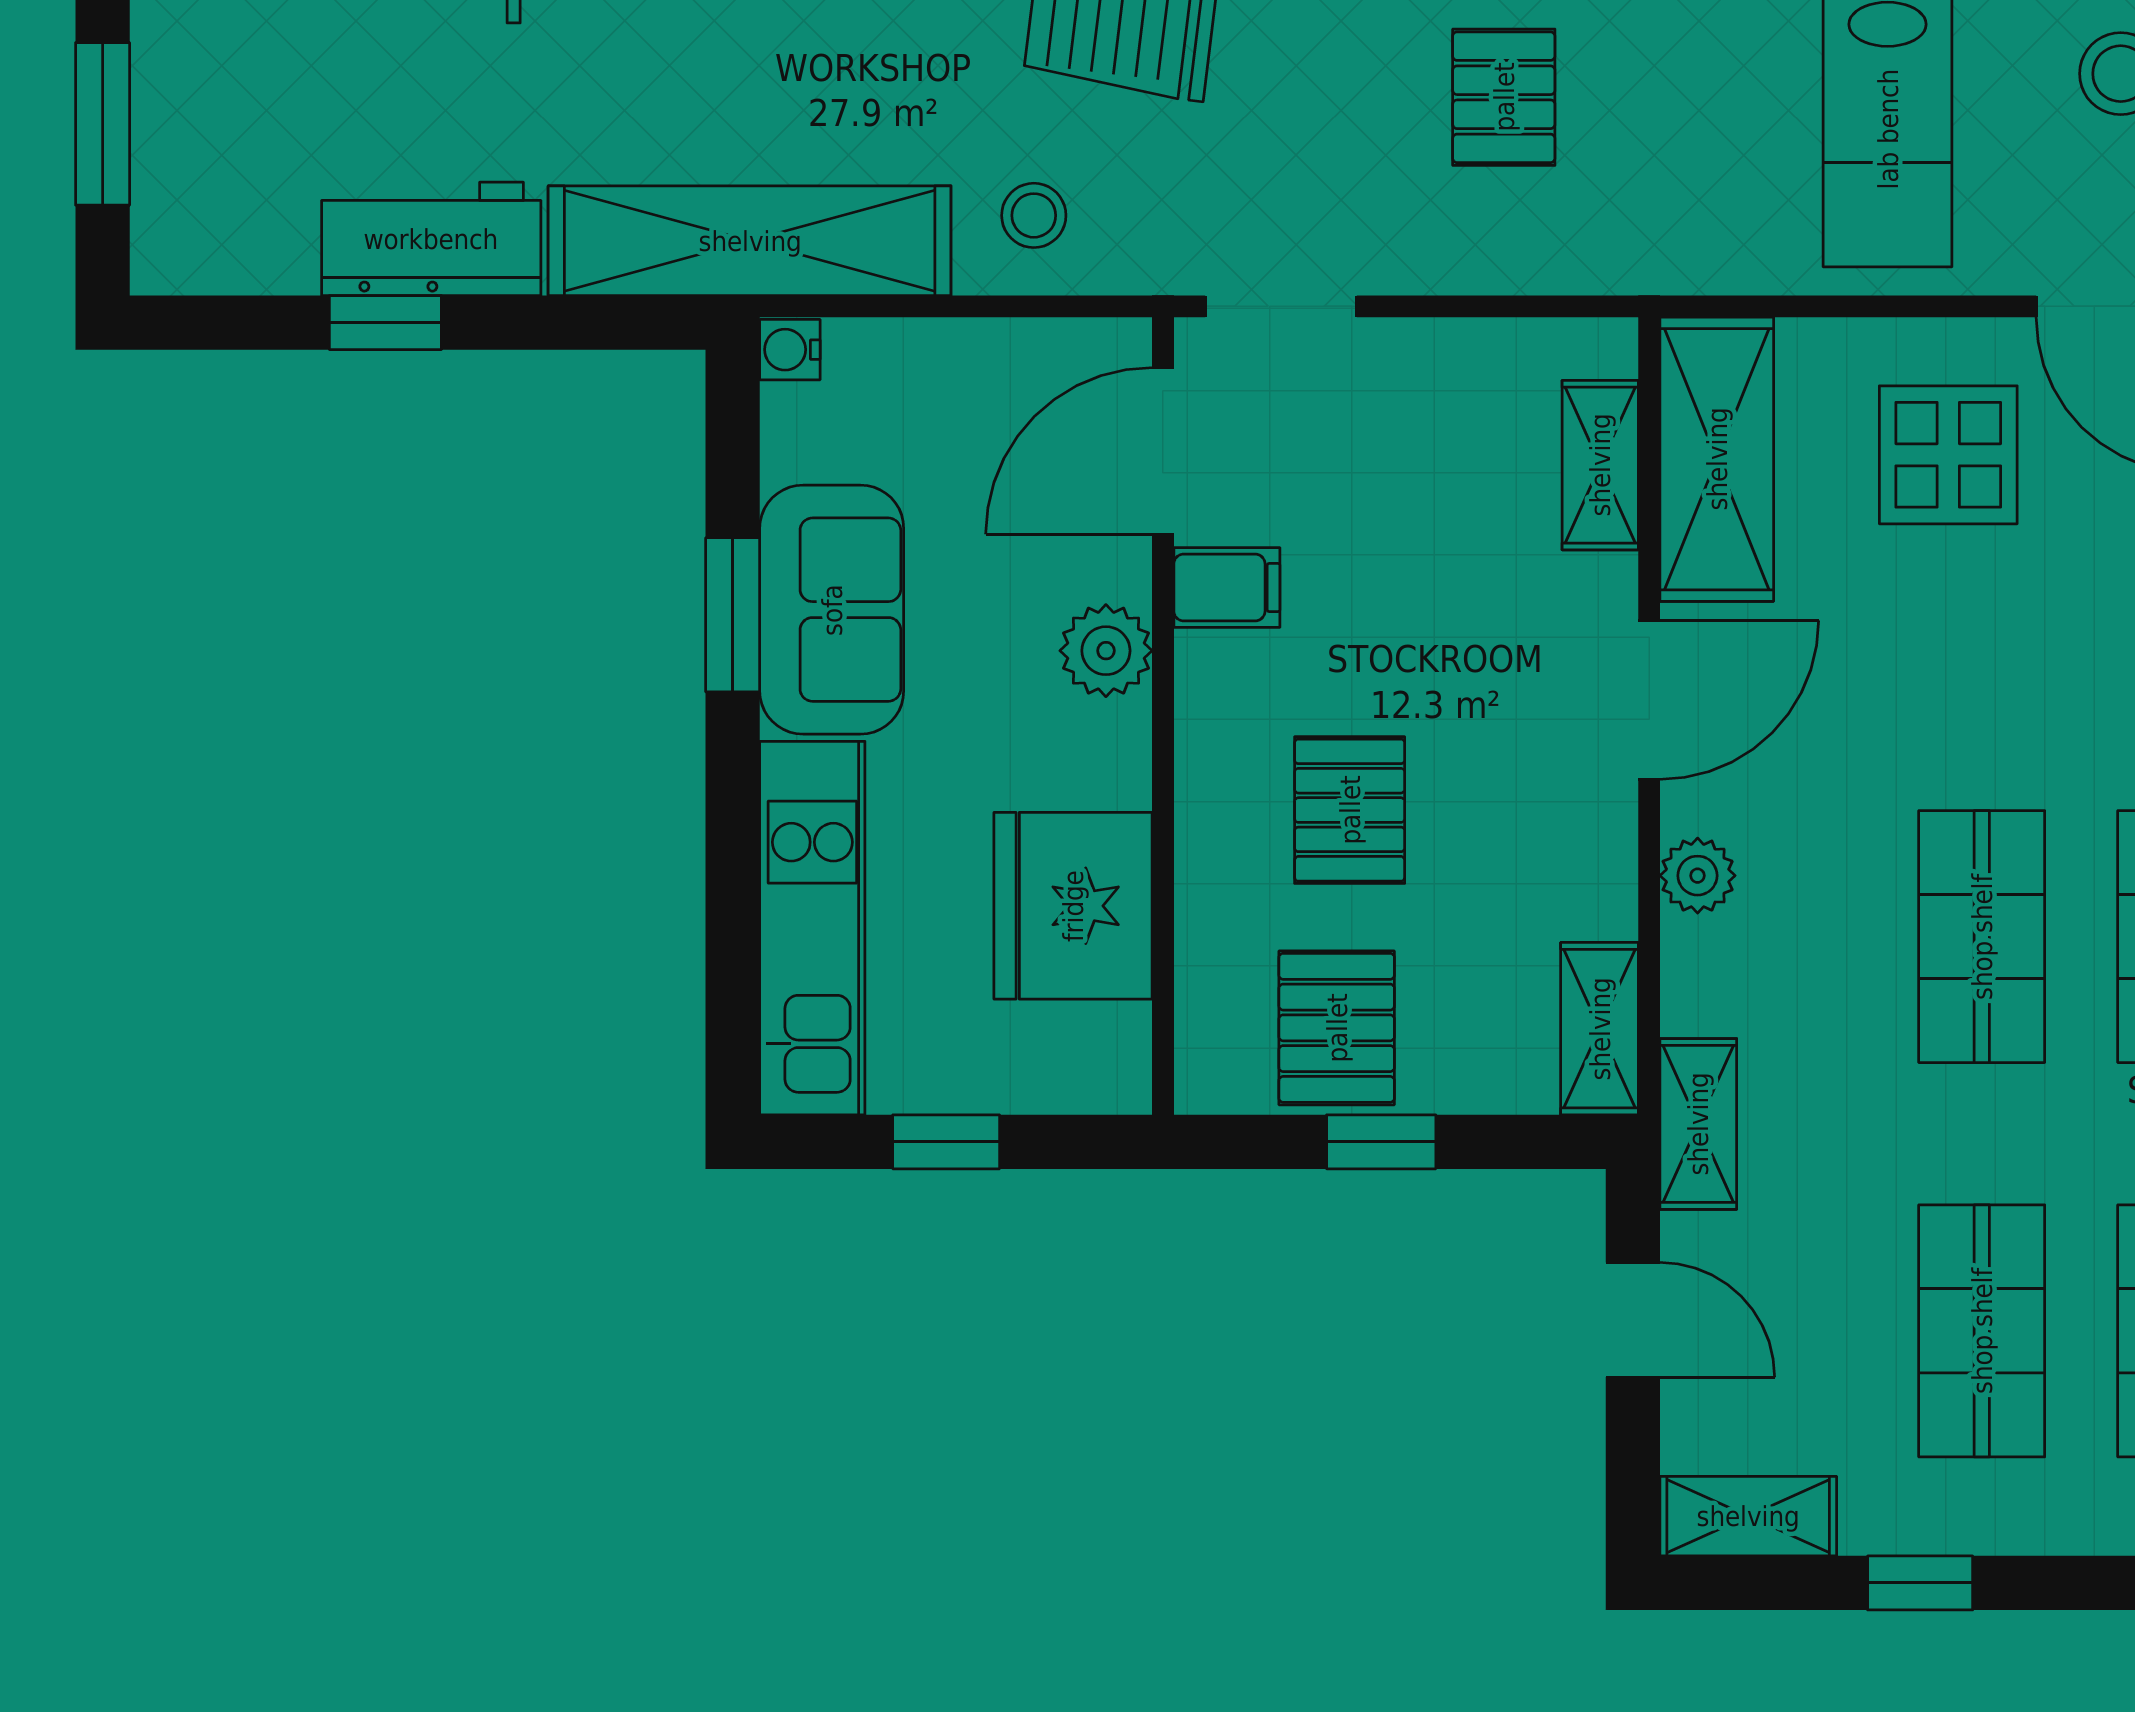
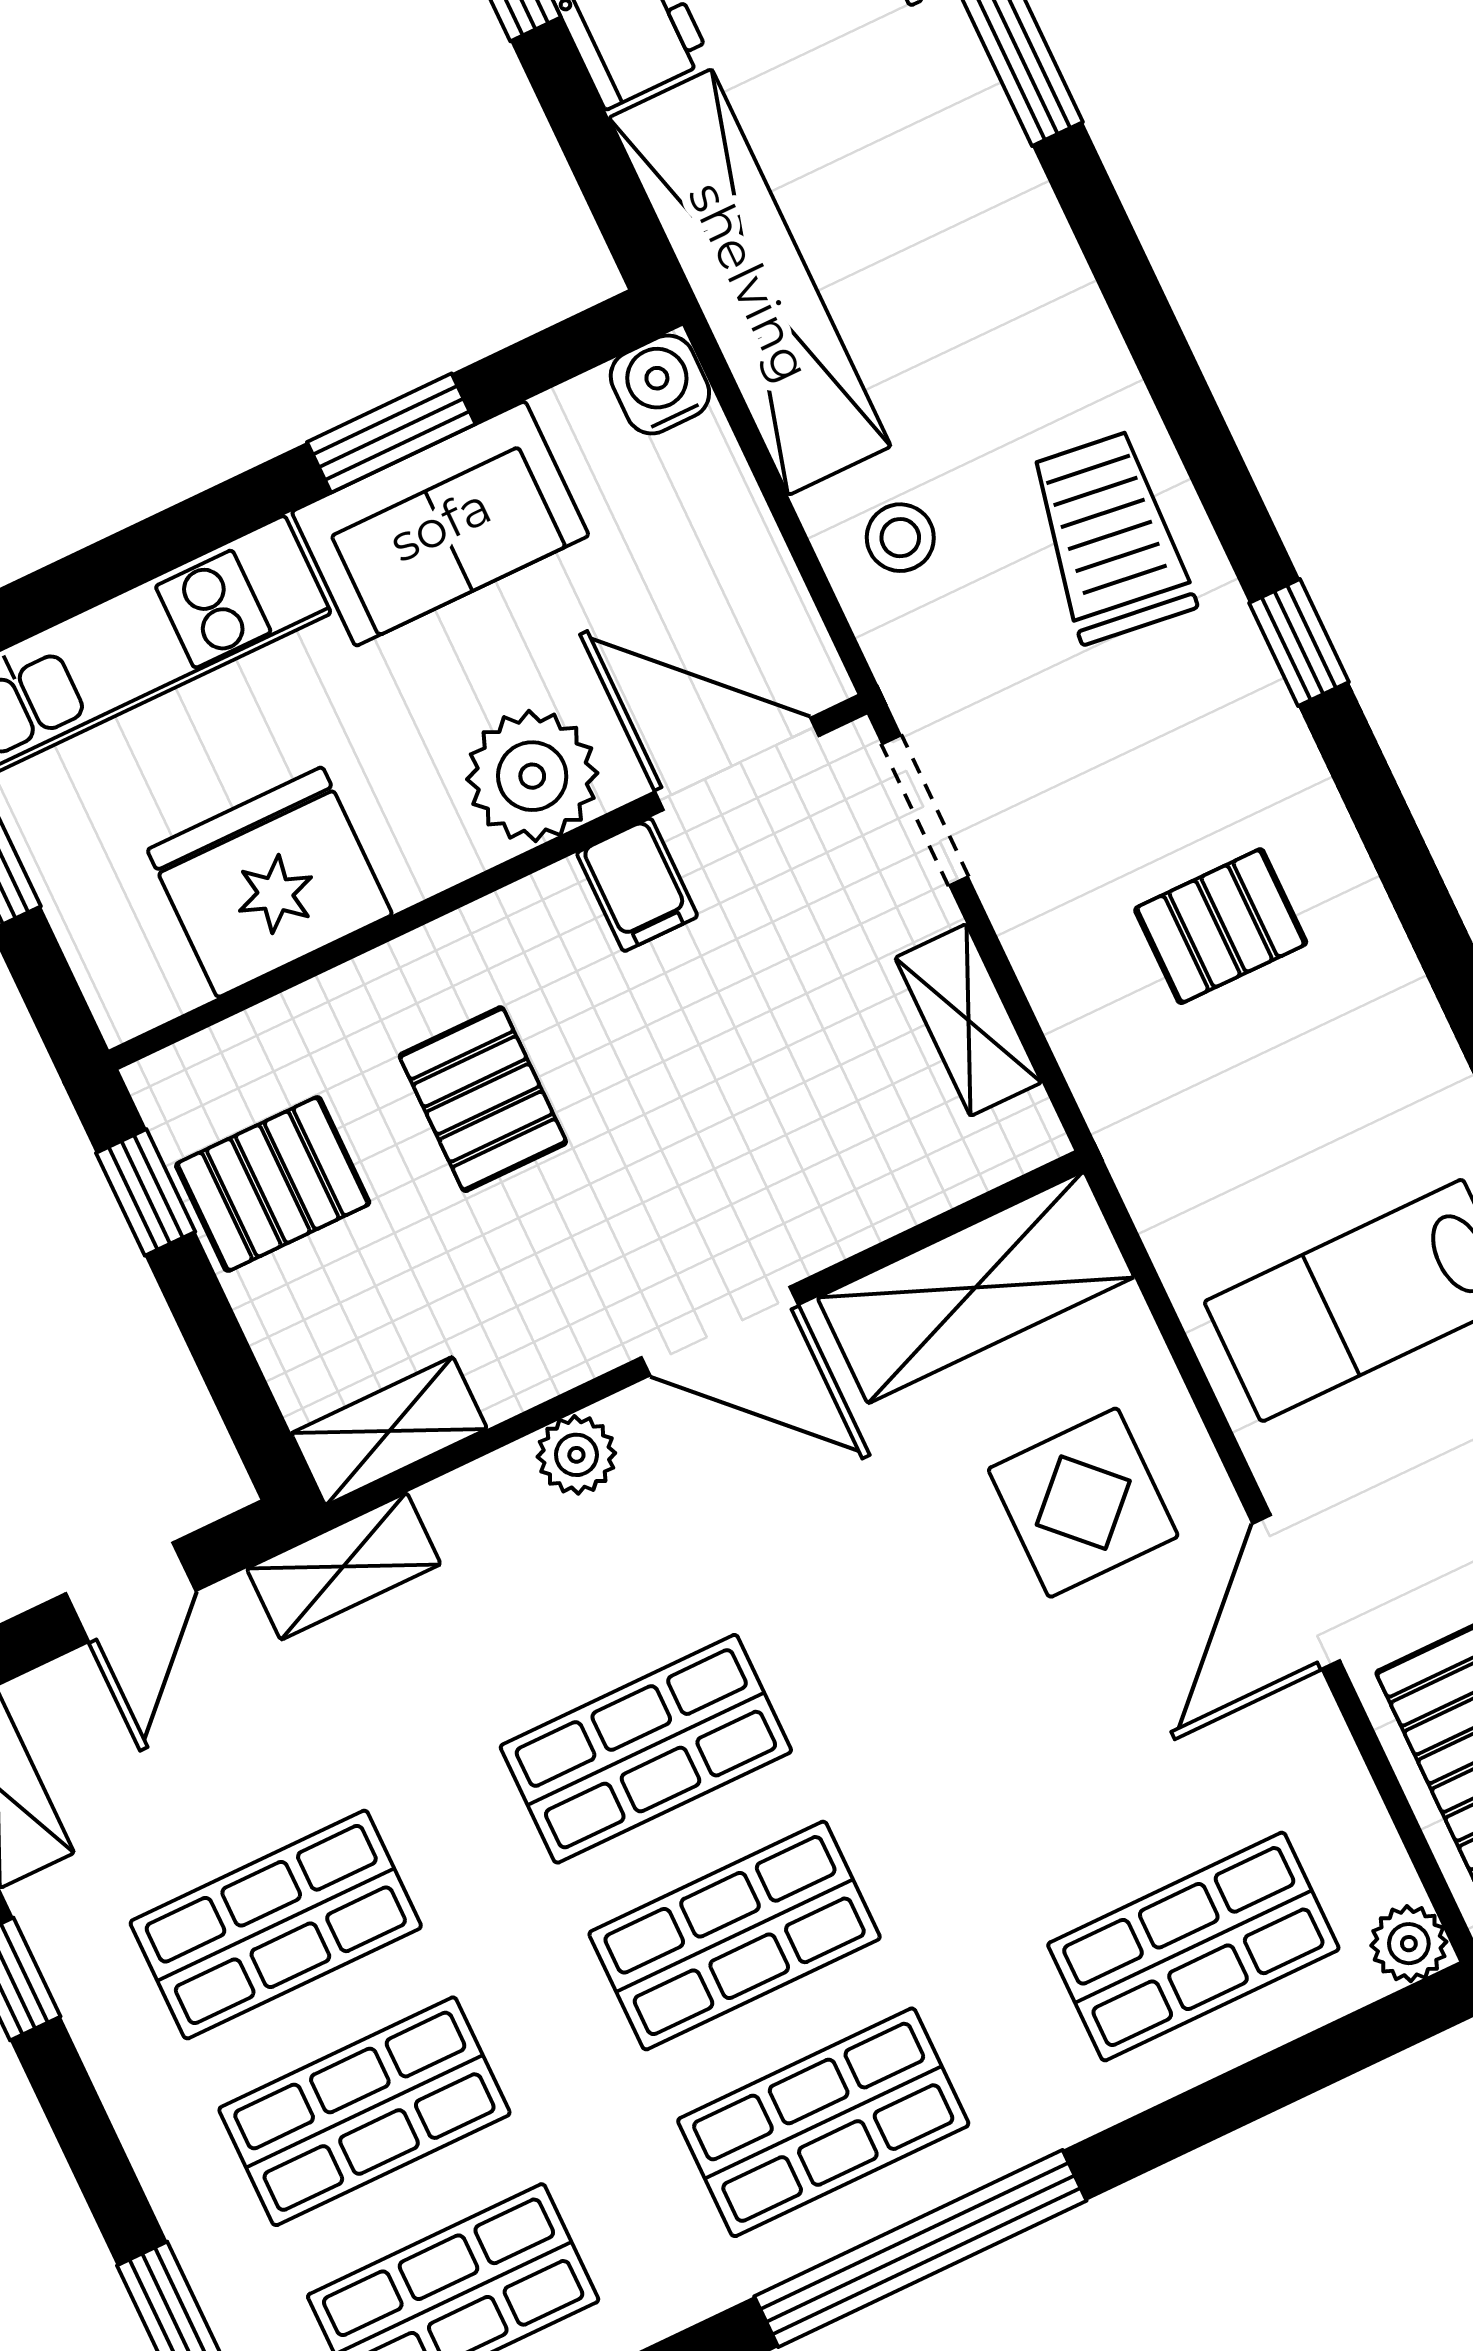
water cooler: (790, 350) -> (660, 384), width x1.38, depth x1.38
shelving: (1600, 465) -> (968, 1020), moved, turned 90
plant: (1106, 651) -> (532, 776), width x1.36, depth x1.36
pallet: (1350, 810) -> (483, 1099), turned 90
window: (1381, 1142) -> (146, 1192), moved

